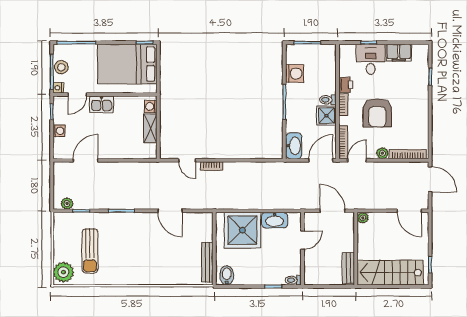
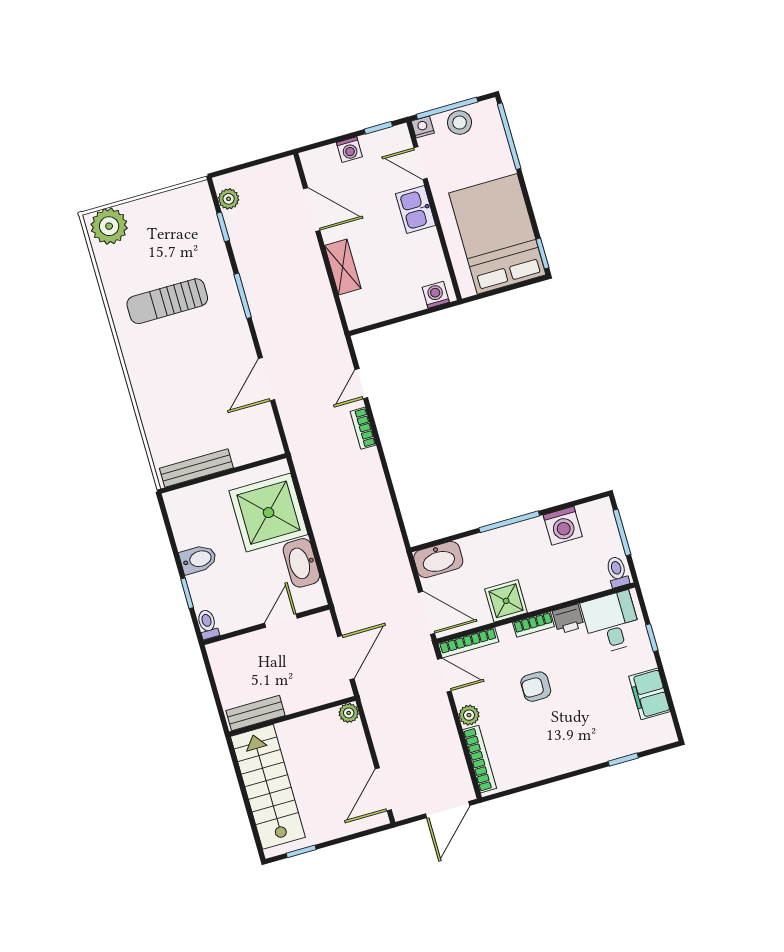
desk: (371, 59) -> (612, 622), moved, turned -90
toilet: (328, 100) -> (617, 572), moved
armchair: (377, 113) -> (536, 687), width x0.53, depth x0.53
shelving: (150, 128) -> (343, 267), moved, turned 90
door: (303, 240) -> (281, 621), swing flipped
sun lounger: (90, 251) -> (167, 301), moved
bidet: (227, 275) -> (198, 559), moved

